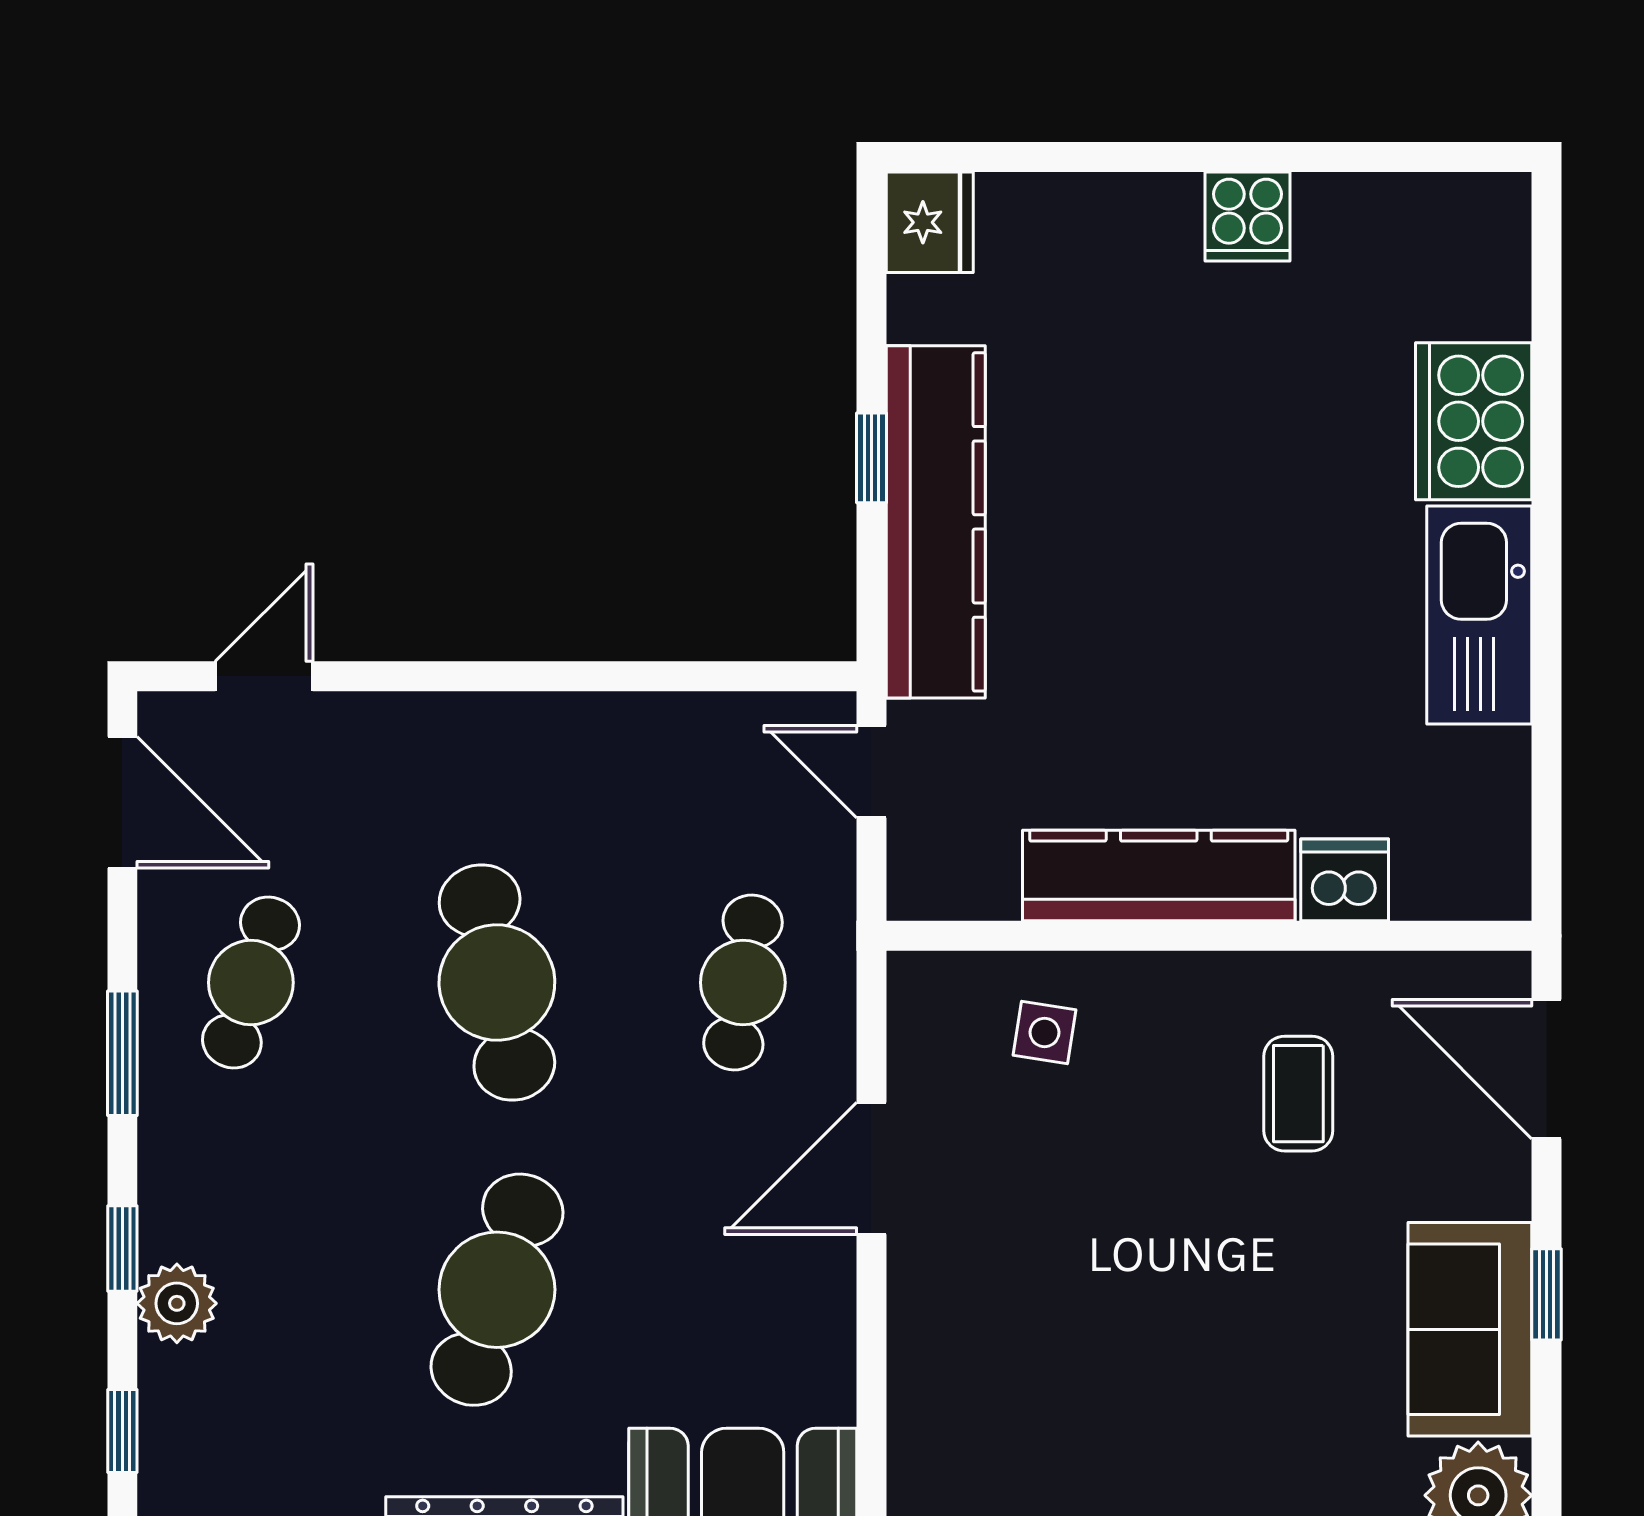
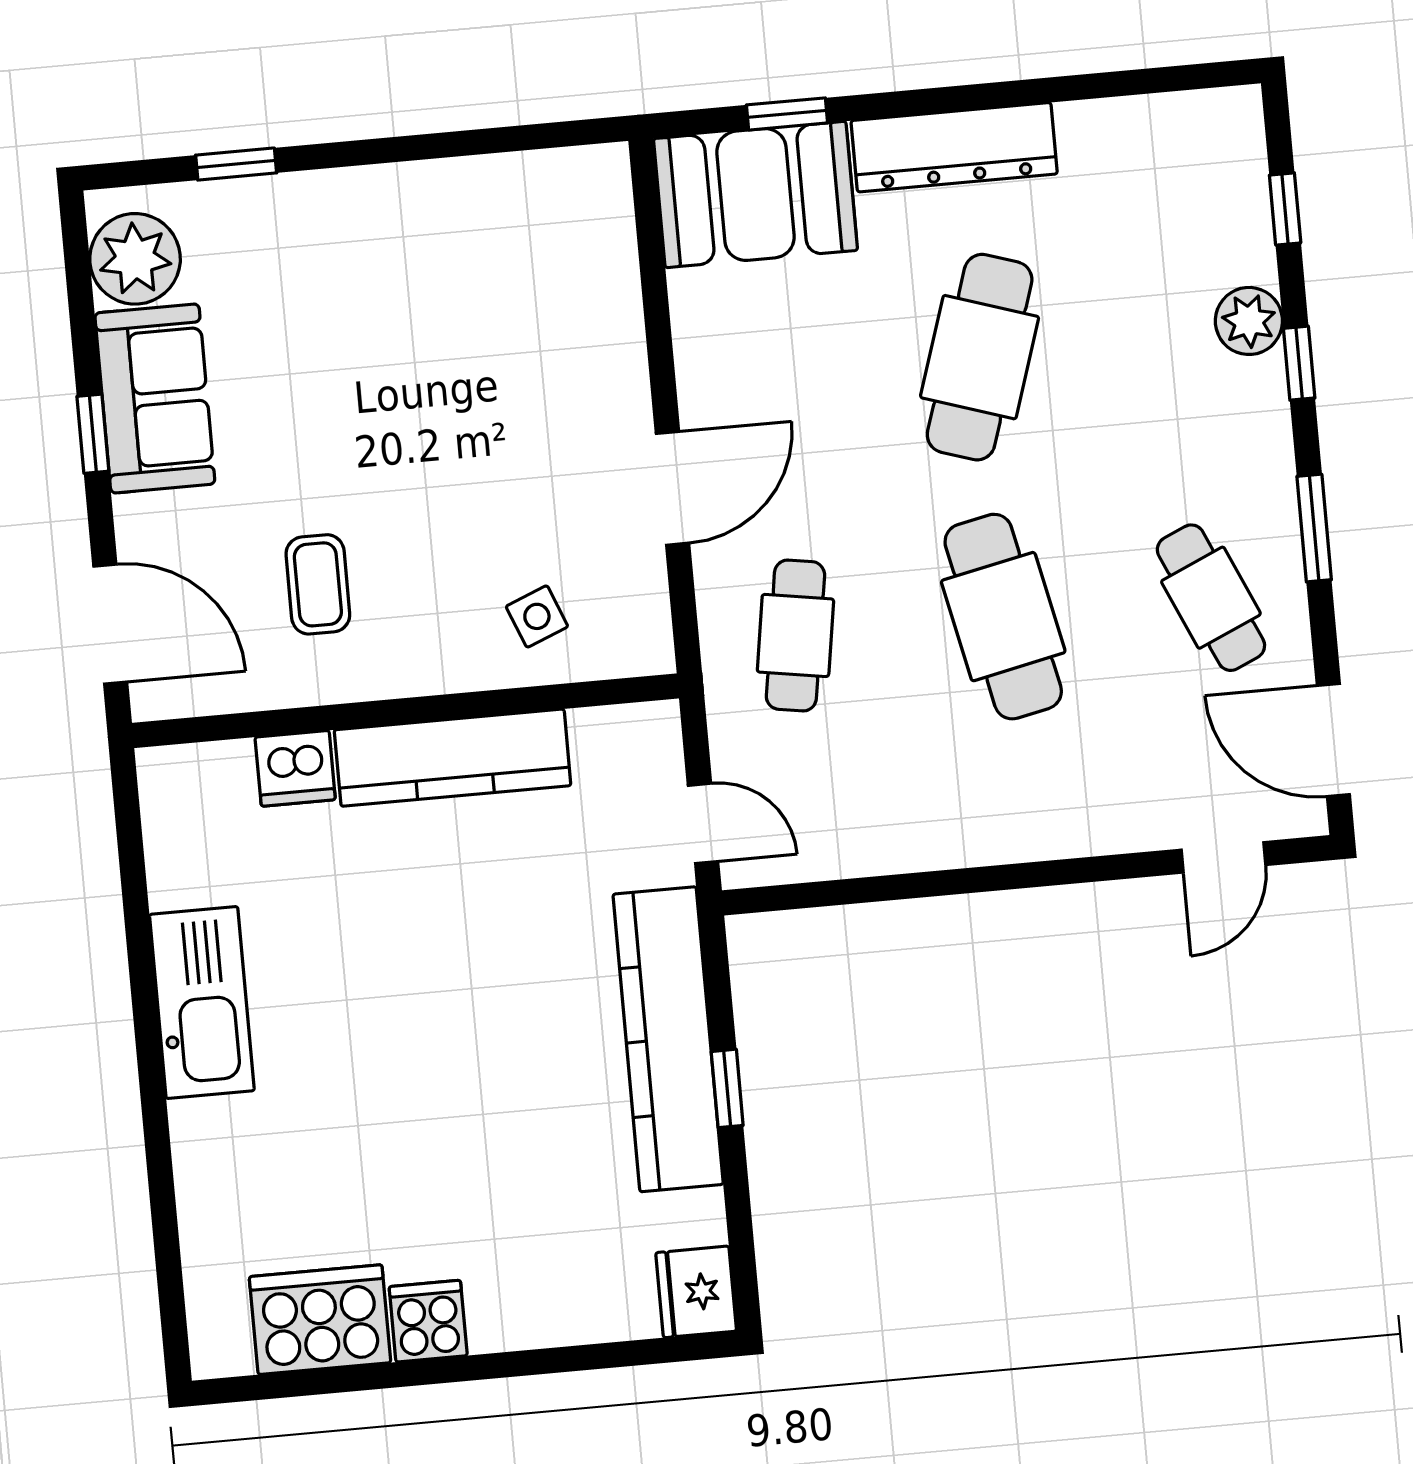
cooker: (1474, 421) -> (320, 1320), moved, turned -90
cafe table: (251, 983) -> (1211, 598), turned -42
side table: (1045, 1032) -> (537, 616), turned -31

